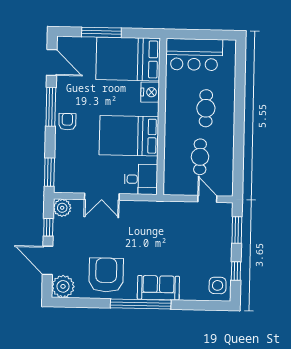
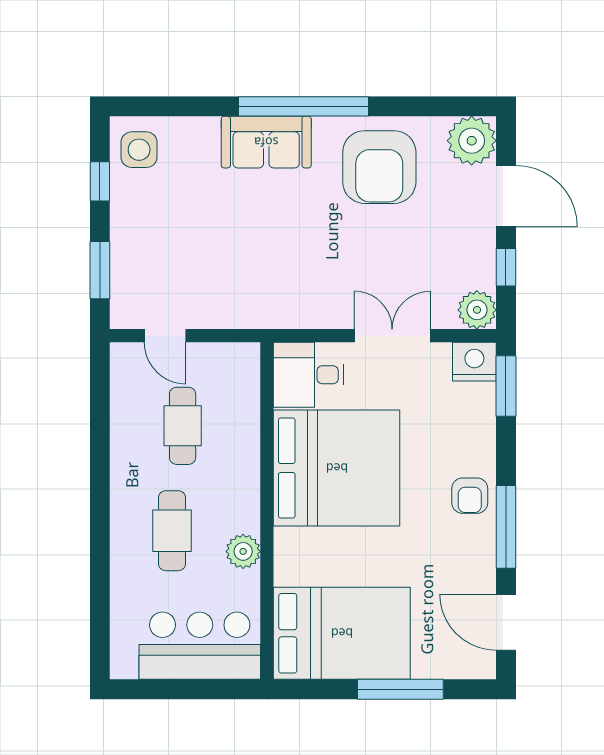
nightstand: (150, 92) -> (474, 362), moved, turned 90
plant: (173, 98) -> (243, 551), added
bed: (129, 136) -> (337, 468), width x1.36

